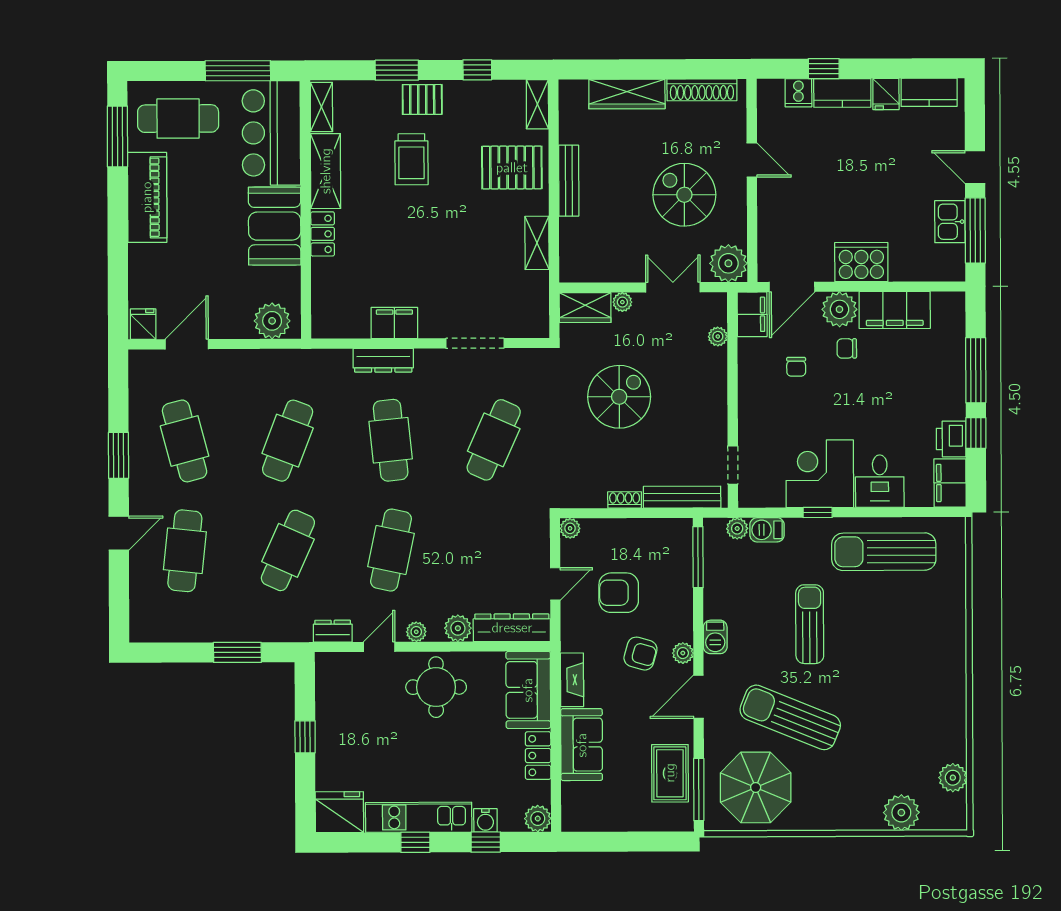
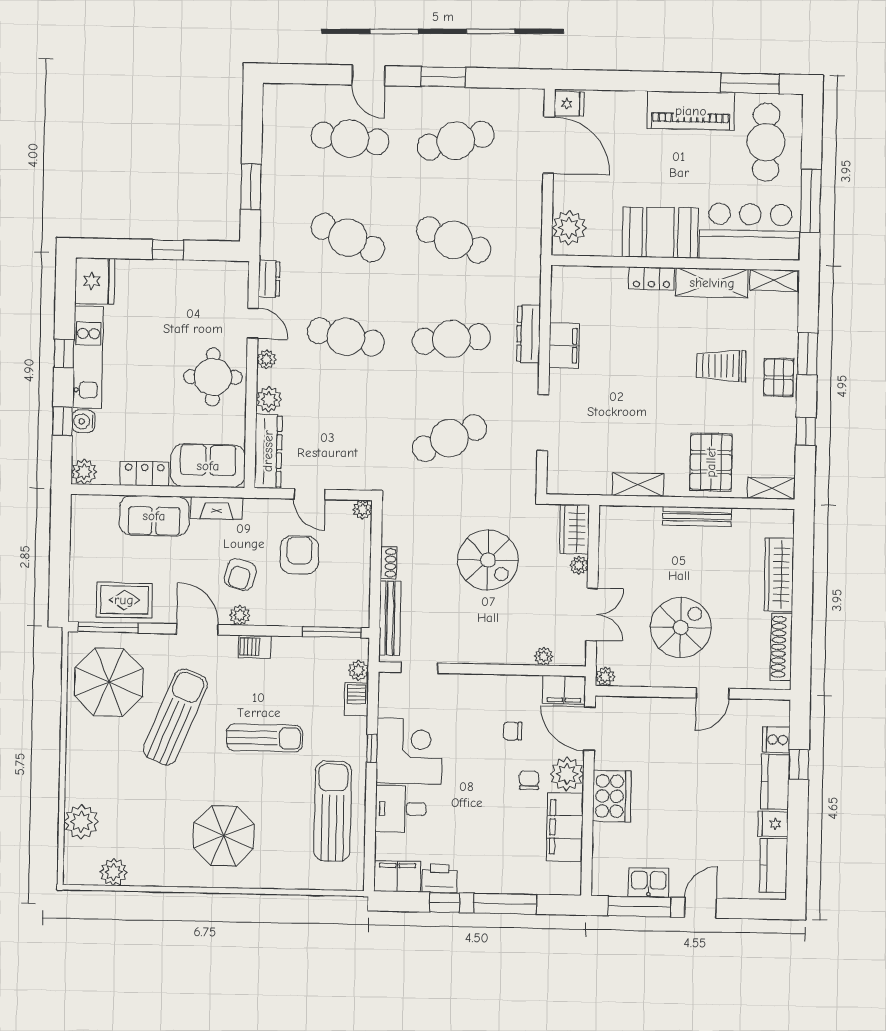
plant: (728, 263) -> (605, 676), width x0.53, depth x0.53
door: (187, 344) -> (549, 145), width x1.36
cafe table: (494, 440) -> (449, 438), turned -48
parasol: (912, 664) -> (224, 836), added

